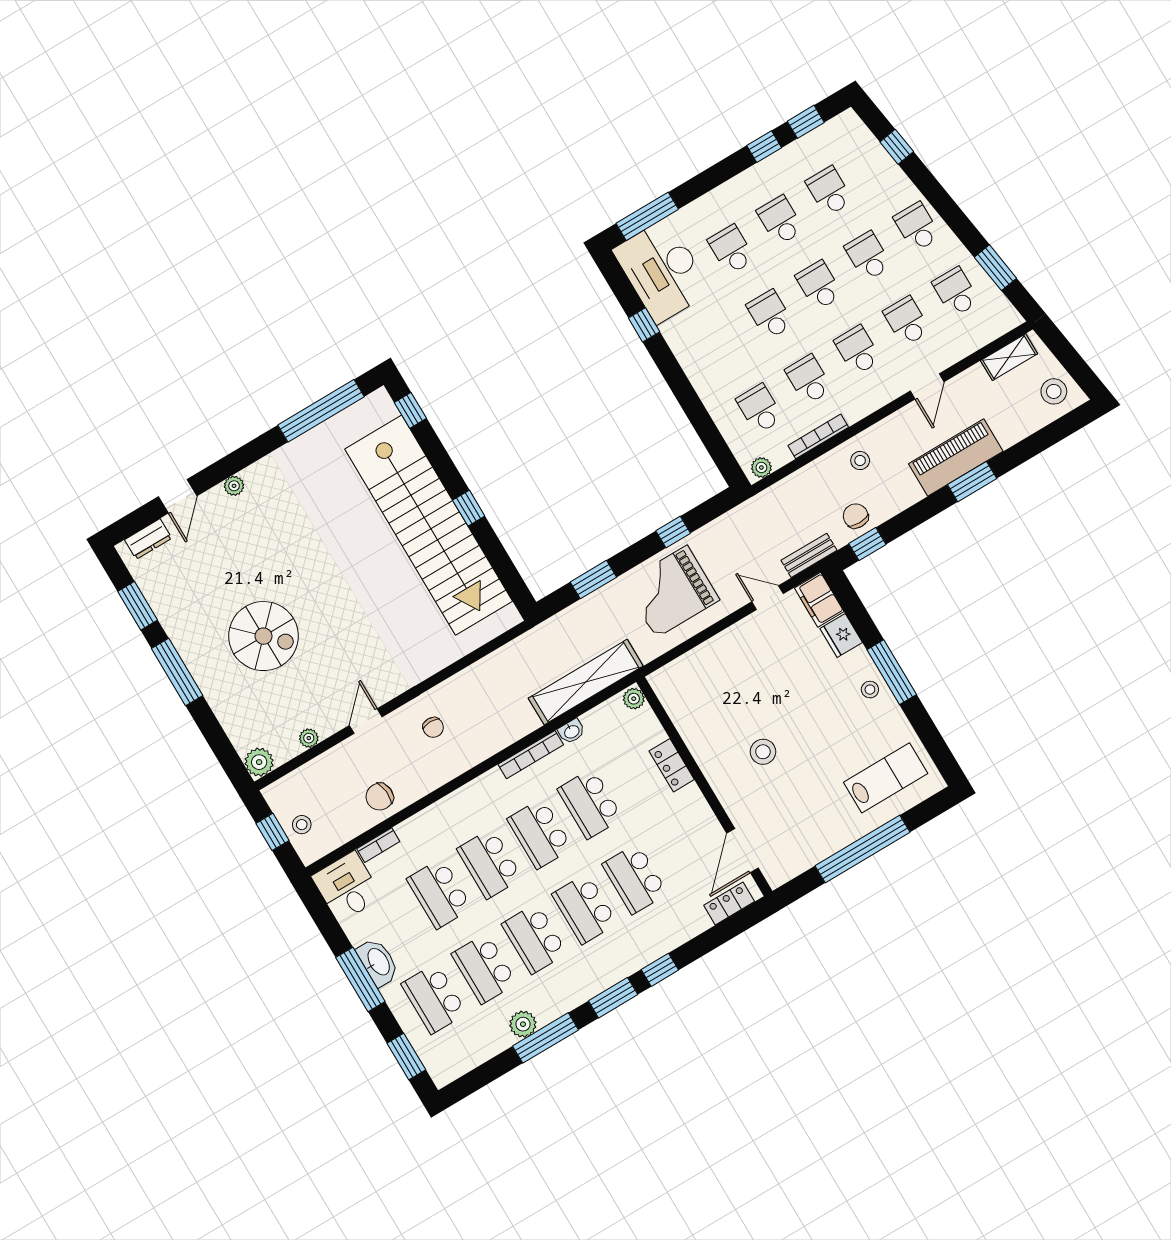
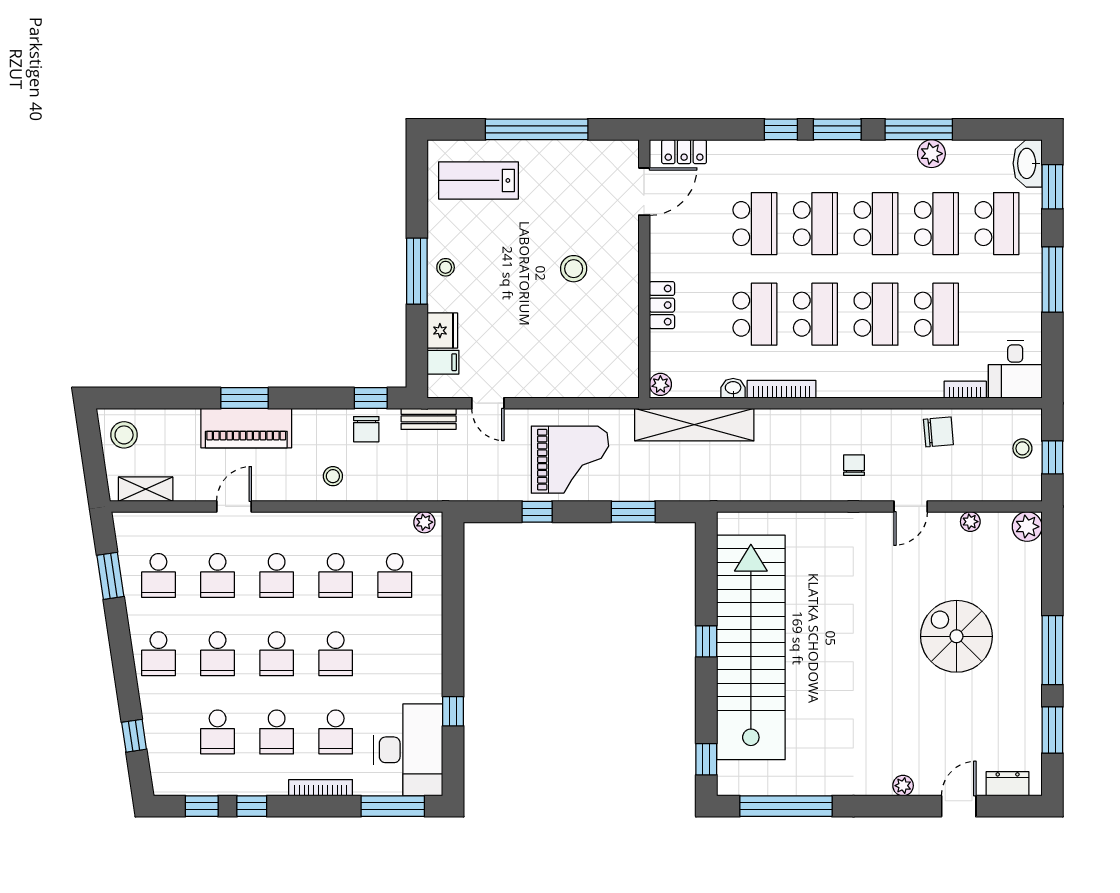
bookcase: (818, 436) -> (321, 788), moved, turned 180
filing cabinet: (819, 600) -> (443, 362), width x0.50
washbasin: (378, 962) -> (1028, 163), moved

